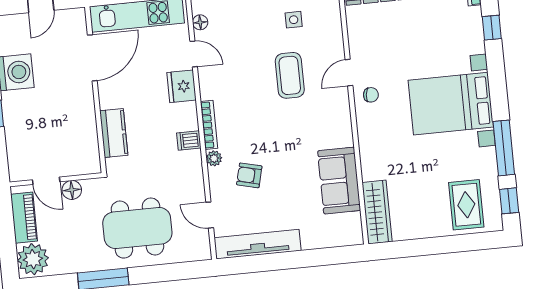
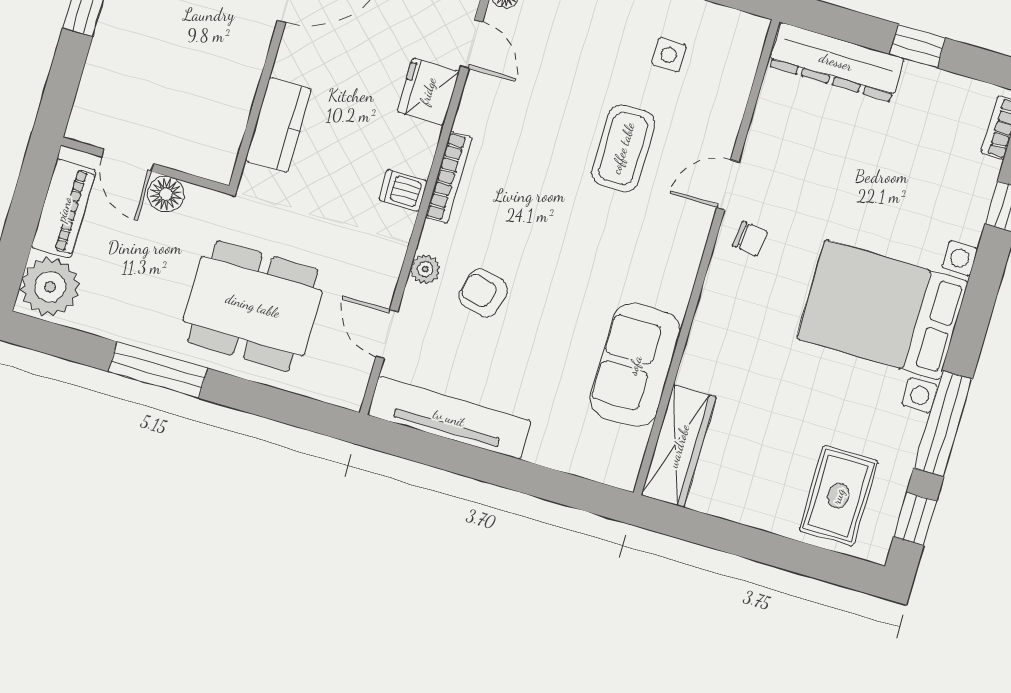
plant: (214, 158) -> (425, 269), moved

